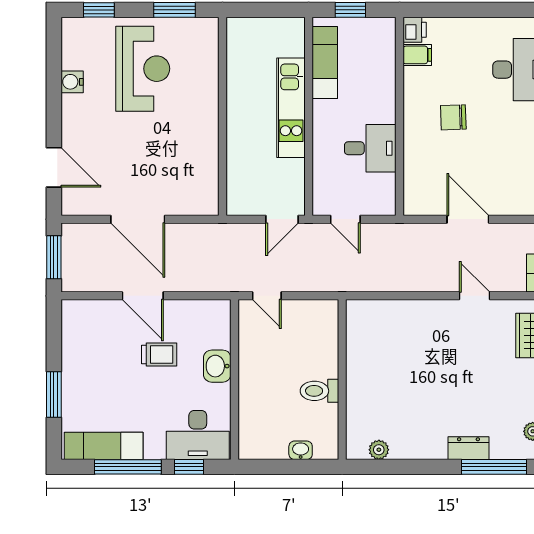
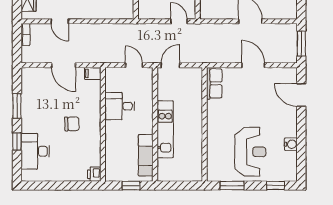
filing cabinet: (417, 55) -> (93, 73), moved
reception desk: (143, 69) -> (250, 152), turned 180
row of seats: (206, 188) -> (214, 83), added
door: (138, 219) -> (253, 65), width x0.73

